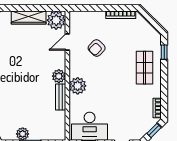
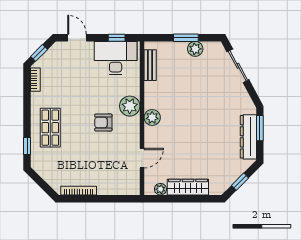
plant: (56, 20) -> (160, 189), width x0.53, depth x0.53
armchair: (97, 48) -> (103, 123), moved, turned -134
bench: (61, 97) -> (150, 65), moved

